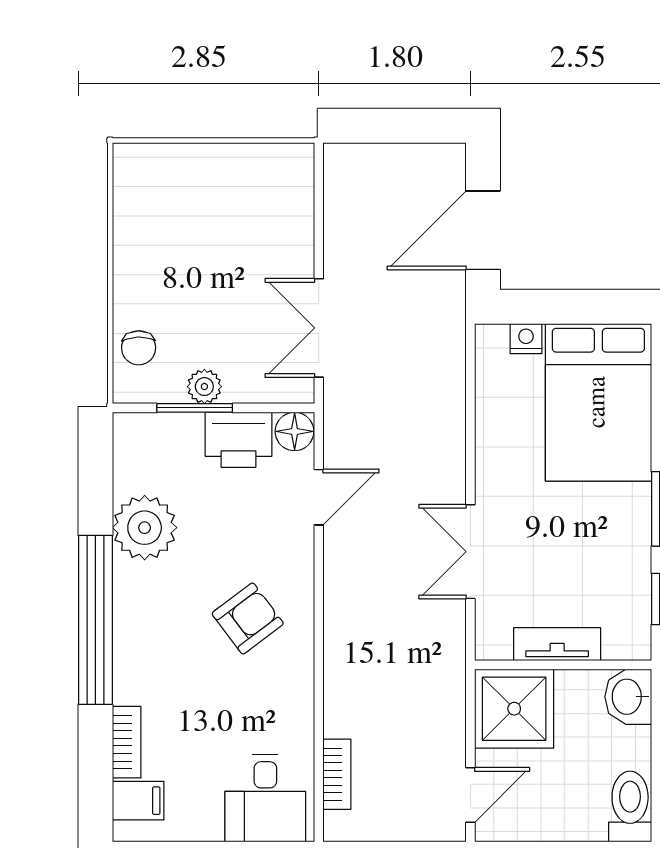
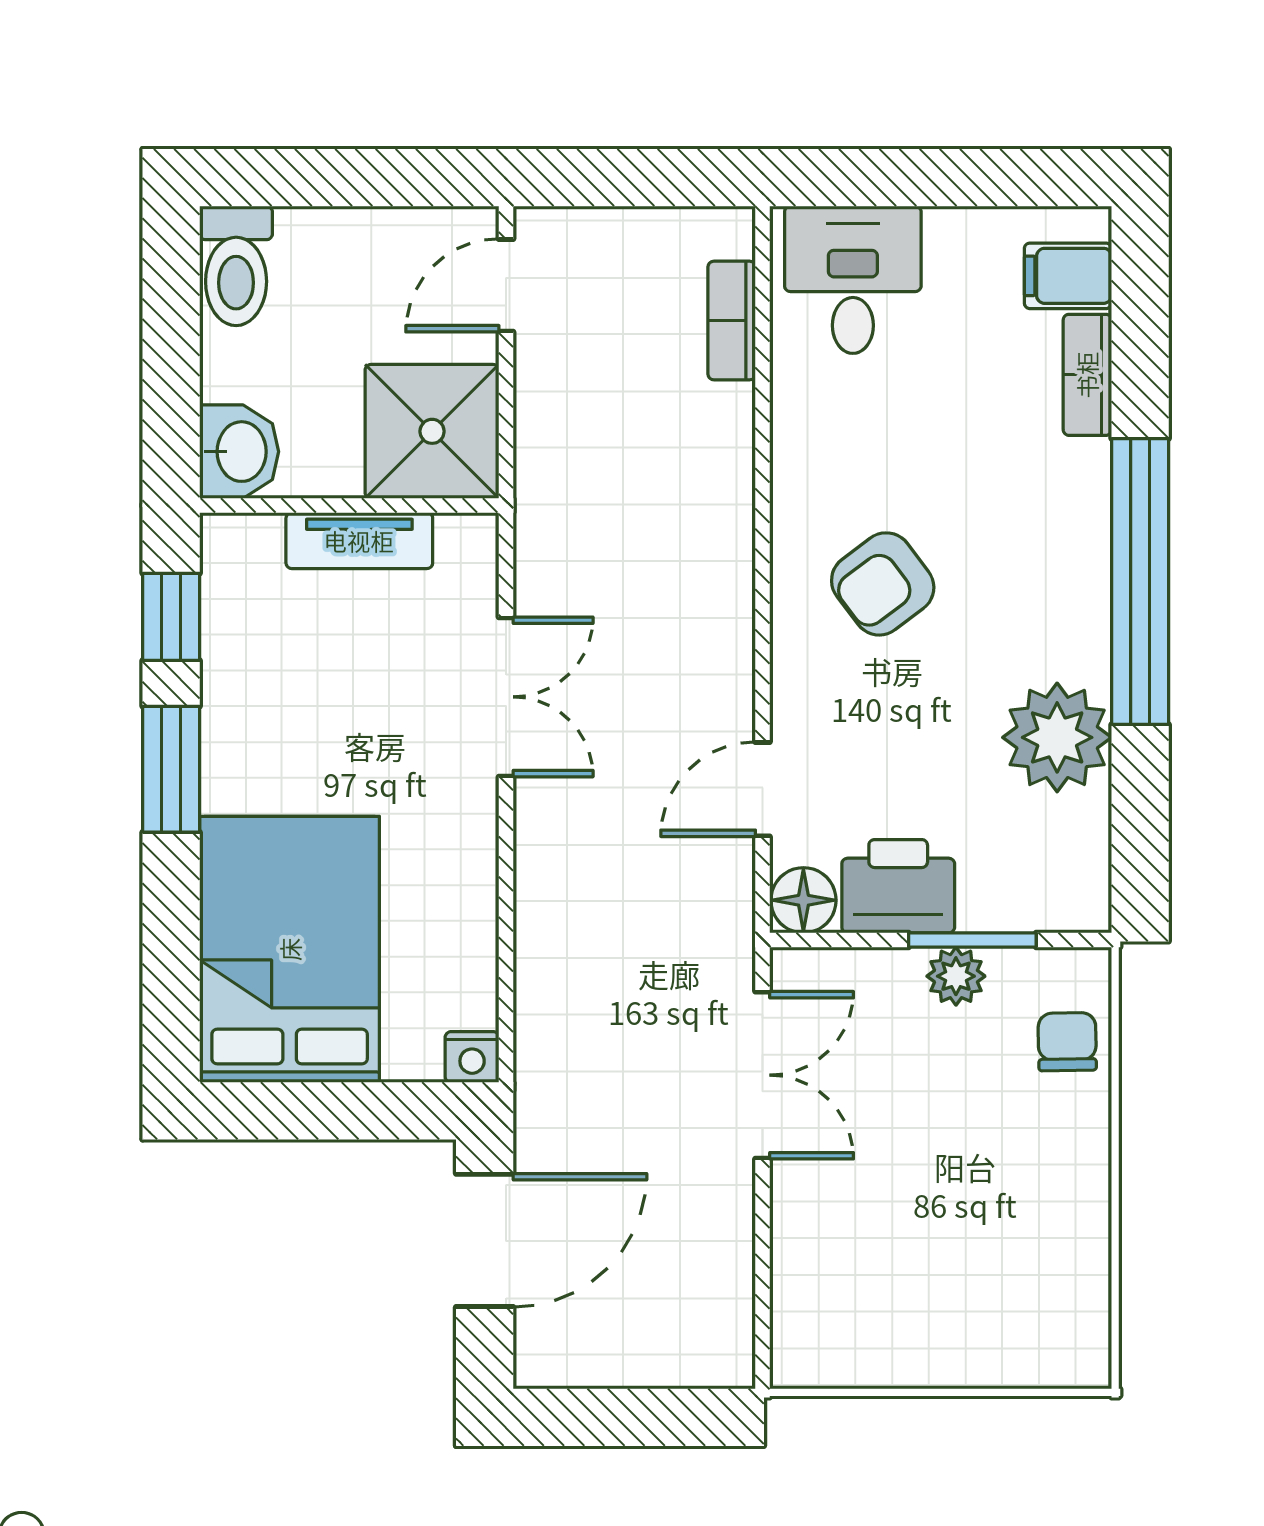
nightstand: (526, 339) -> (472, 1057), moved

